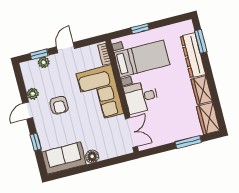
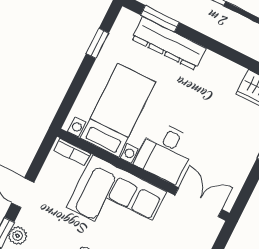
window: (140, 29) -> (98, 43), moved
wardrobe: (202, 90) -> (222, 70), removed

